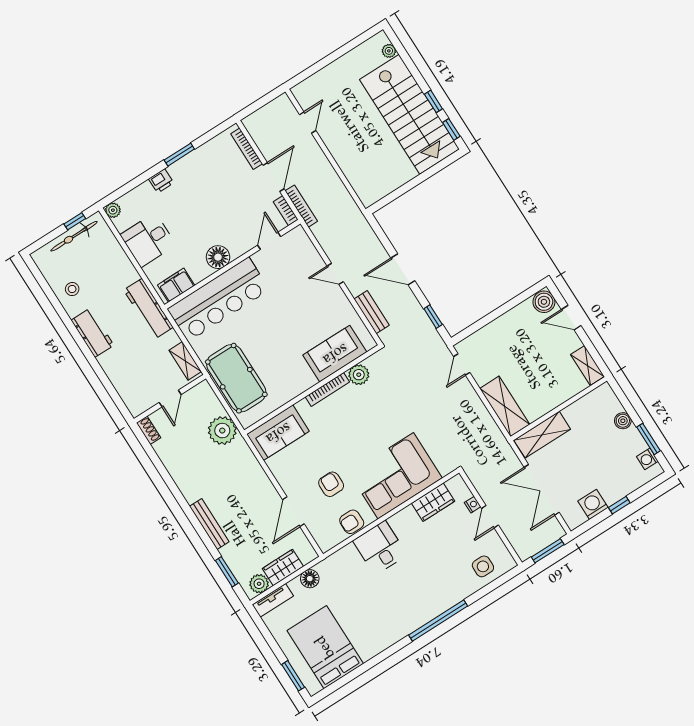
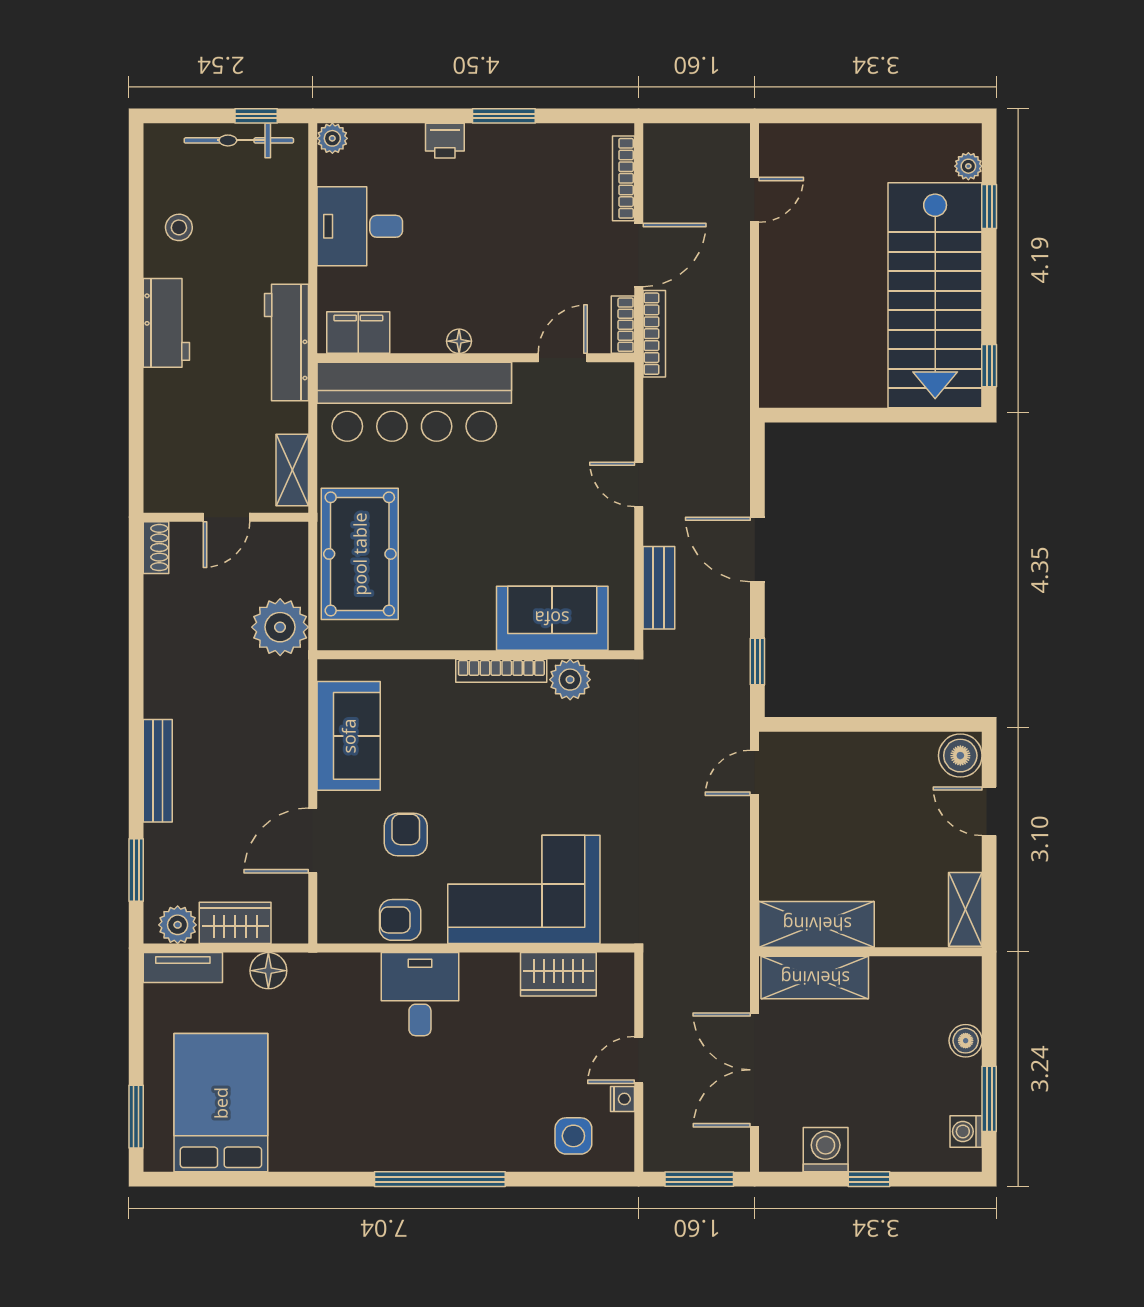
window: (433, 101) -> (989, 207), moved
floor lamp: (218, 257) -> (459, 341), width x0.53, depth x0.53
shelving: (505, 406) -> (817, 924), moved, turned 90
sofa: (278, 433) -> (349, 736), moved, turned -90
nightstand: (473, 505) -> (622, 1099), moved

